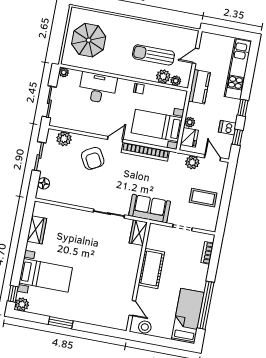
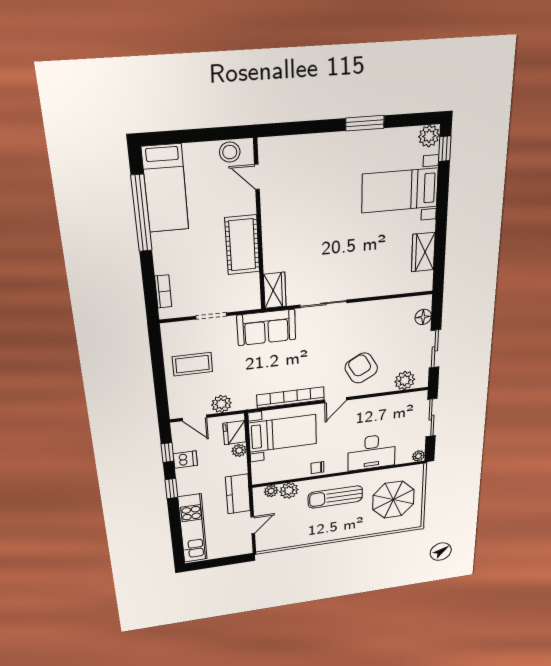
sun lounger: (153, 55) -> (335, 497), moved, turned 180

